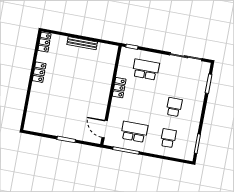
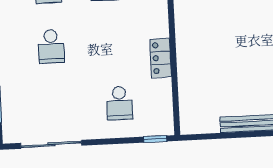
school desk: (146, 70) -> (119, 103), width x0.54

